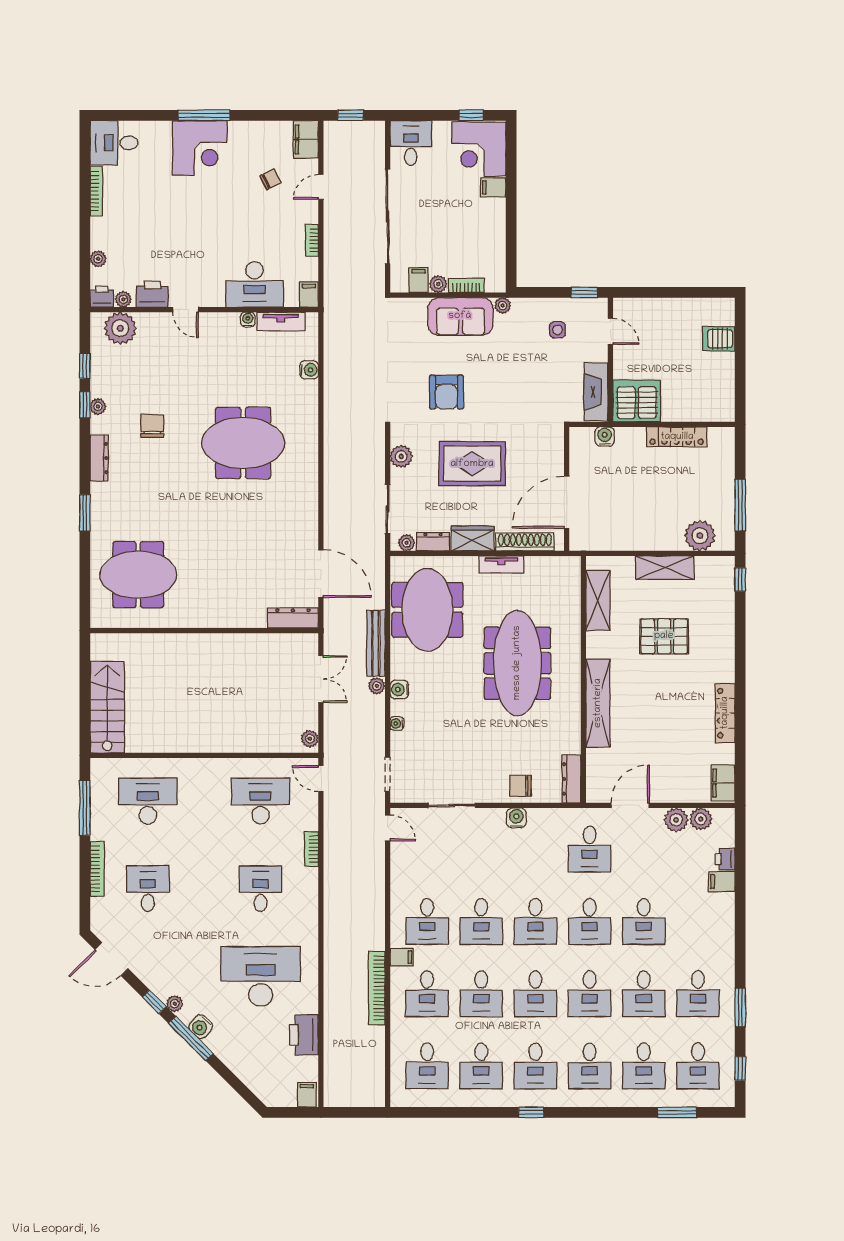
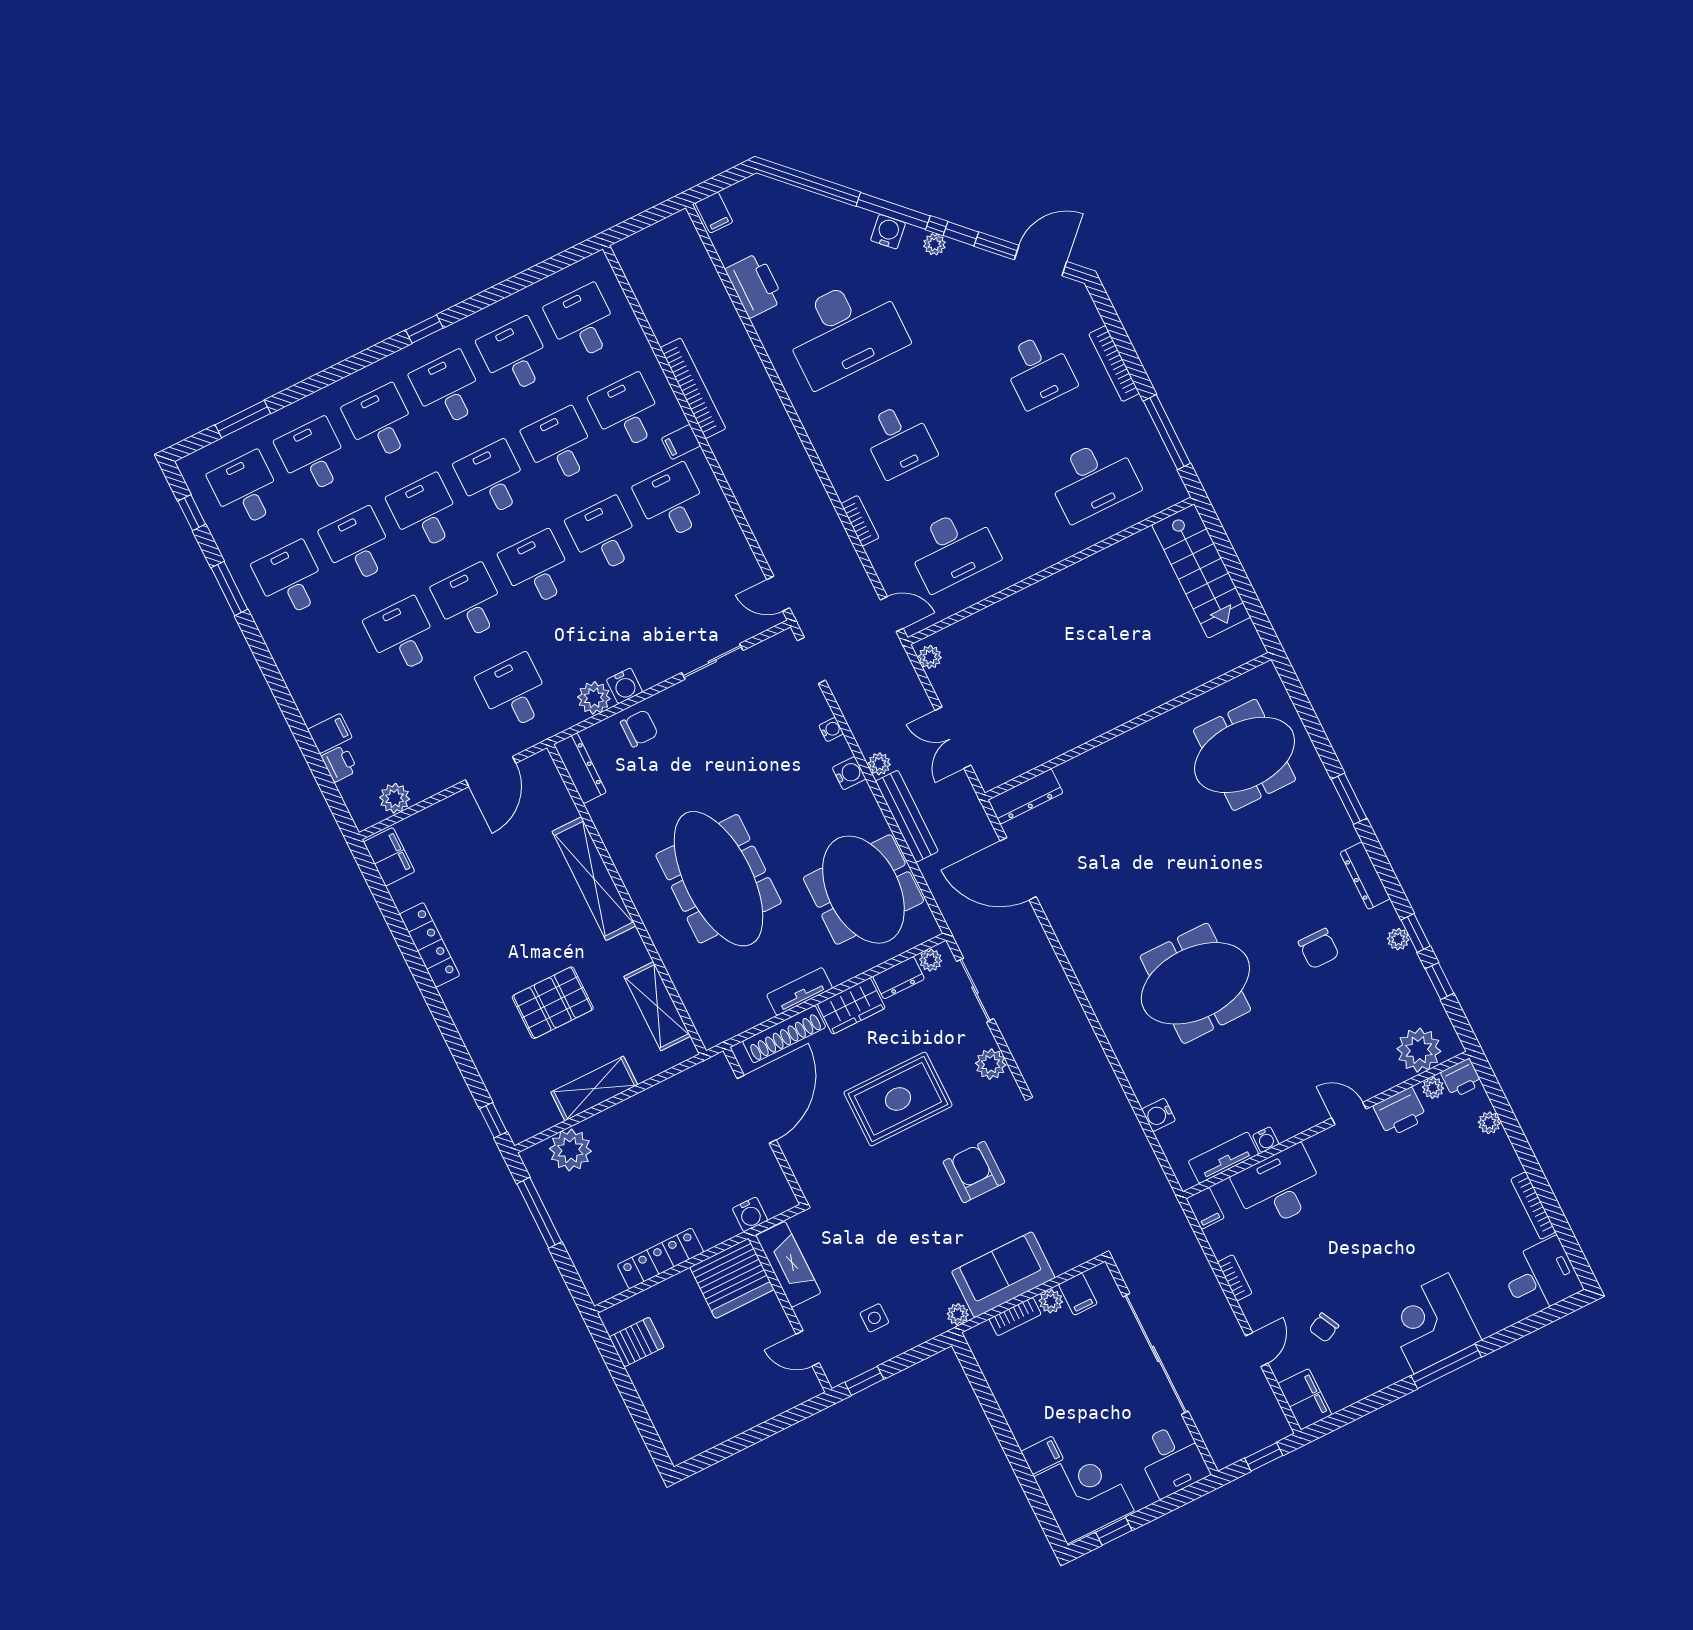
server rack: (719, 339) -> (637, 1342), moved
plant: (676, 820) -> (594, 698), moved

